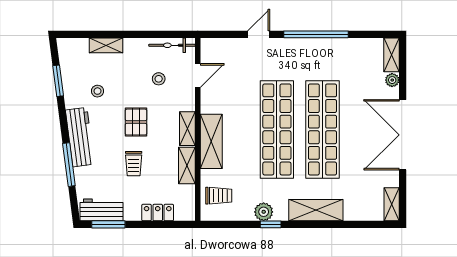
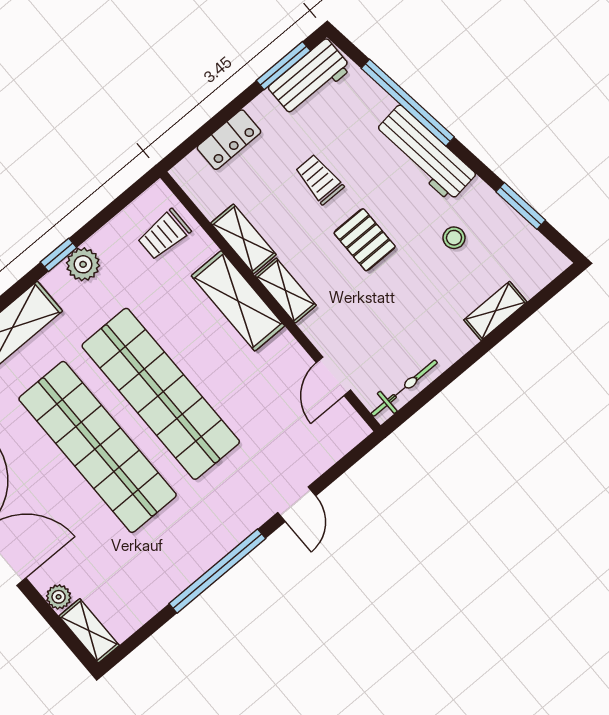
stool: (159, 79) -> (384, 326), removed
window: (69, 165) -> (408, 103), width x1.46

